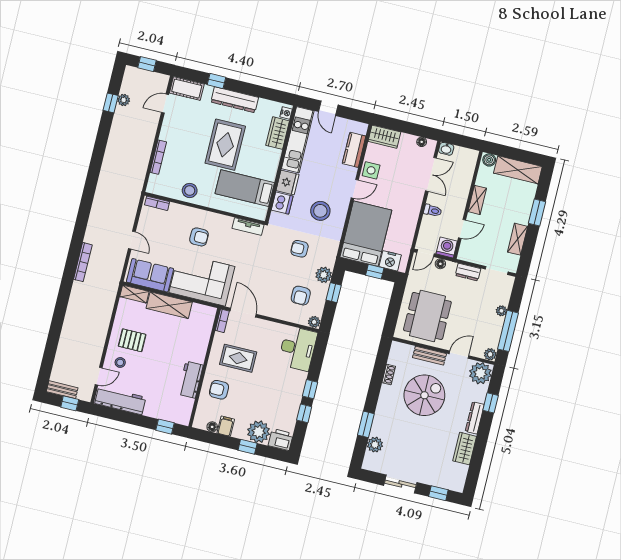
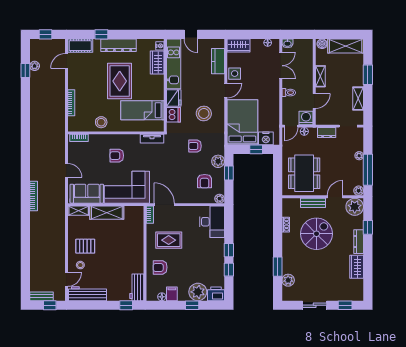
armchair: (199, 237) -> (117, 156), turned 180
workbench: (191, 380) -> (137, 287), moved

